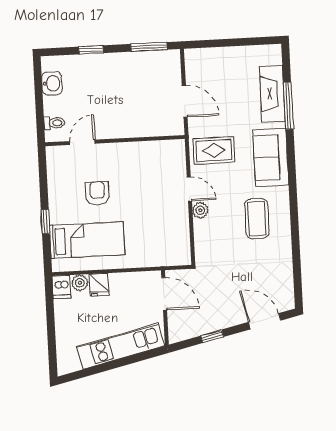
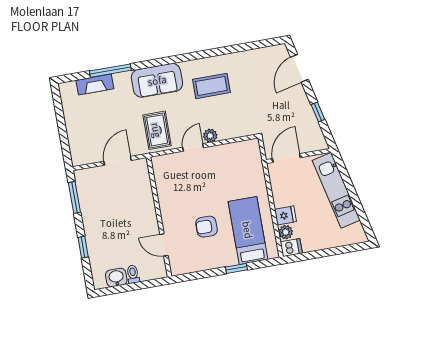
fireplace: (272, 94) -> (95, 84), width x0.73, depth x0.76
toilet: (54, 123) -> (133, 274), moved

